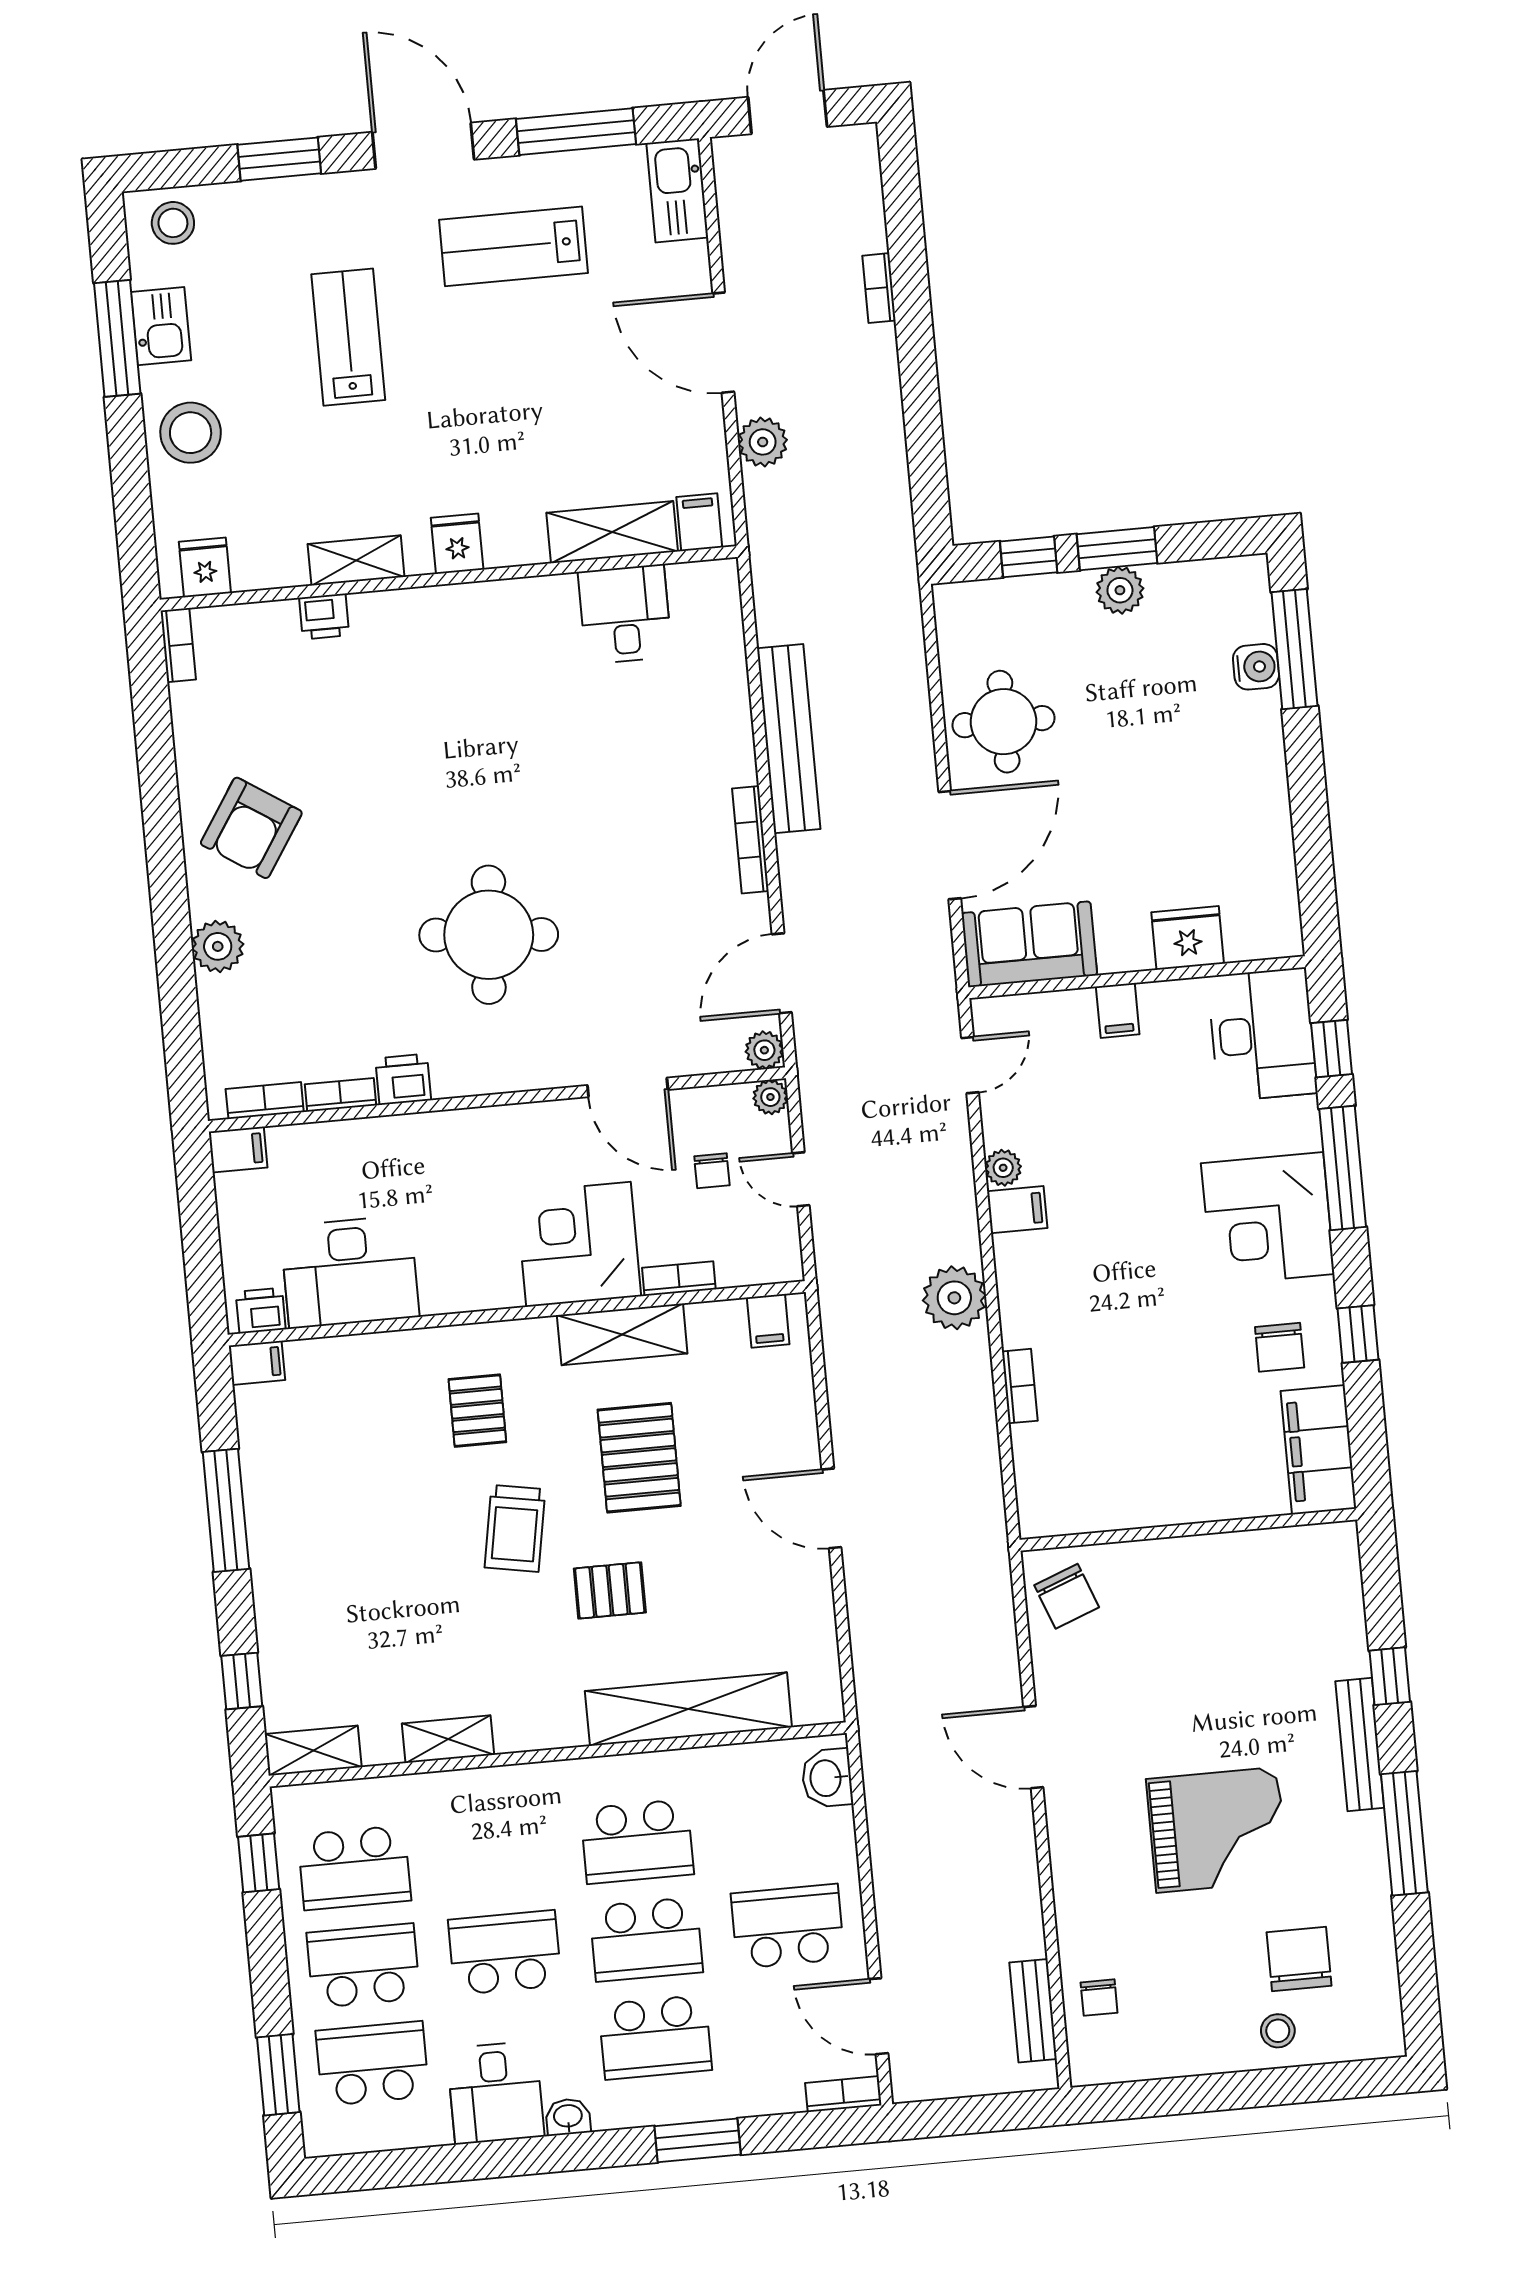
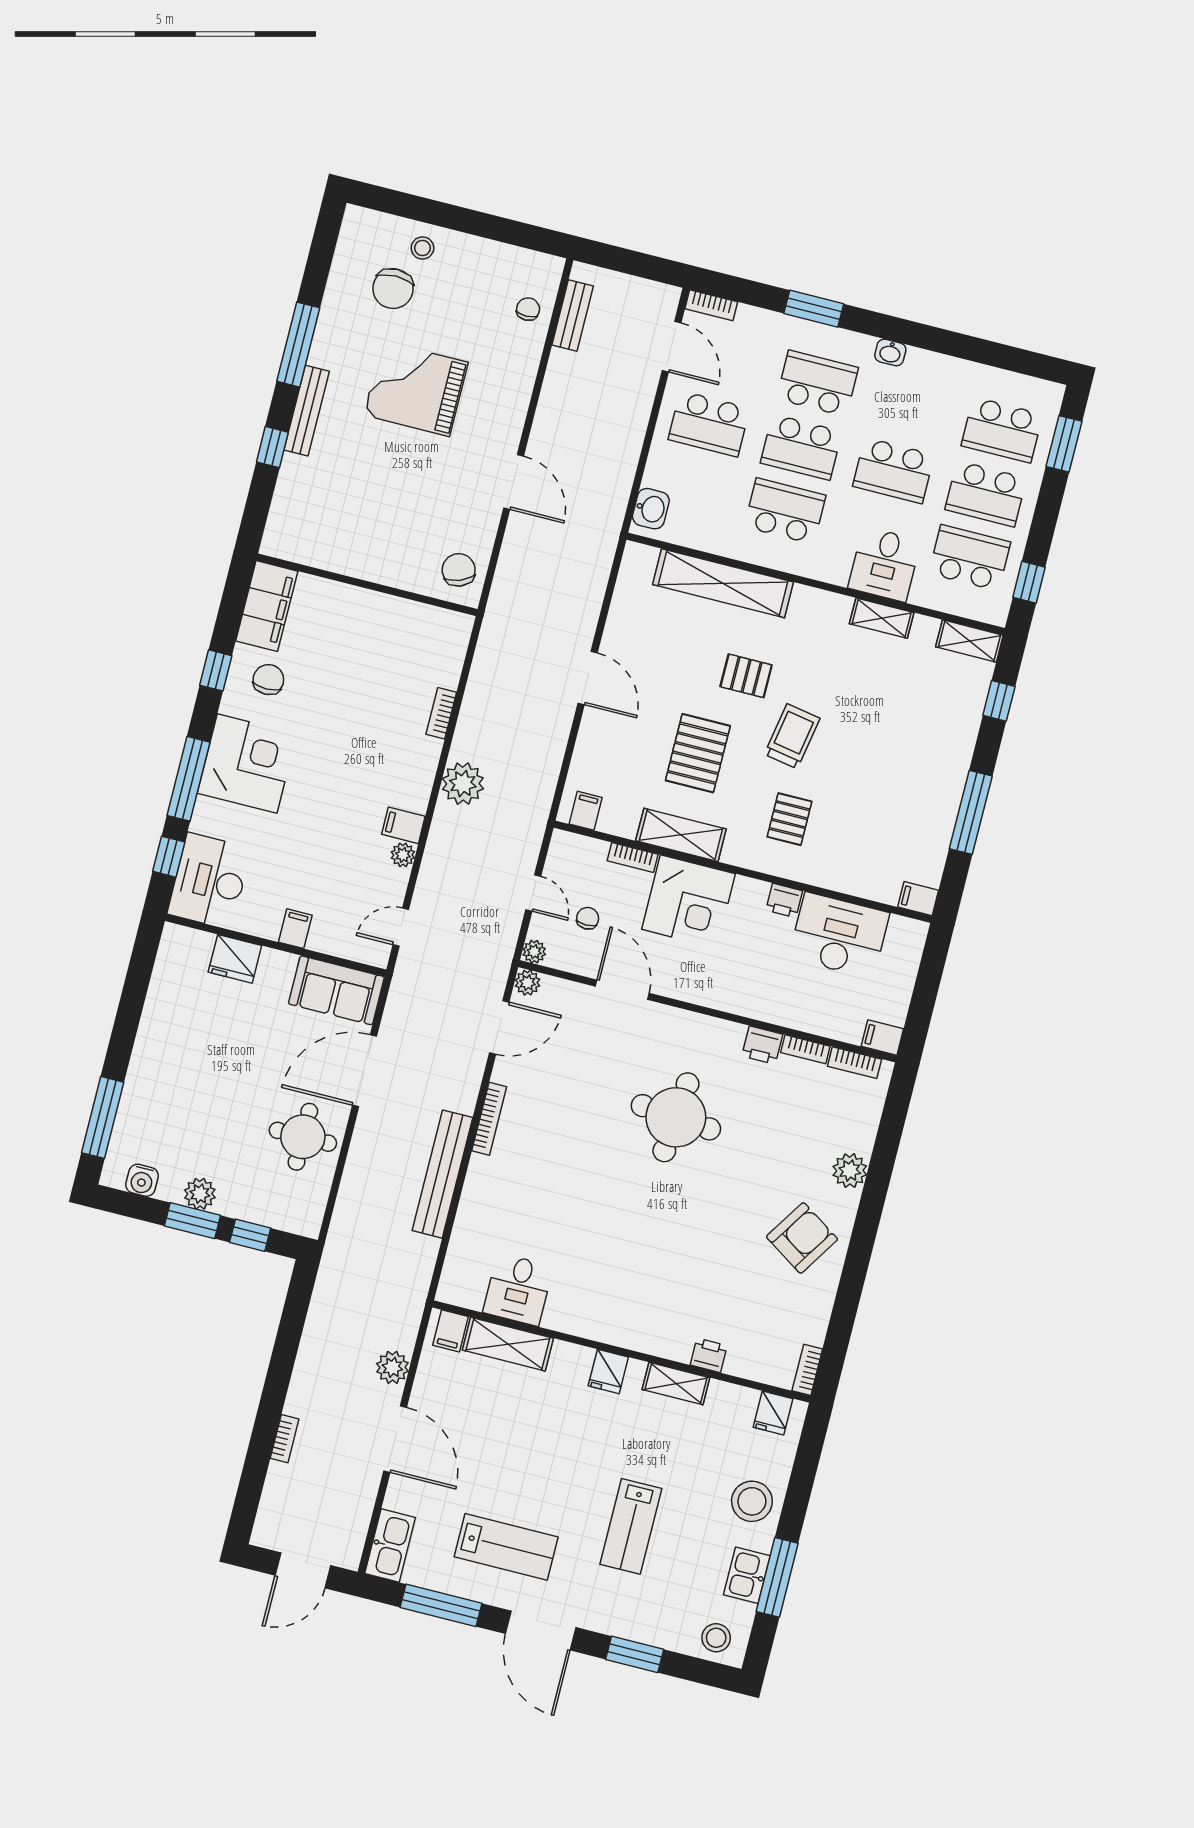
water cooler: (1256, 667) -> (142, 1180), moved, turned -90
printer: (261, 1311) -> (784, 900), moved
school desk: (646, 1939) -> (801, 447), turned 180
desk: (496, 2093) -> (884, 564), moved, turned 180

